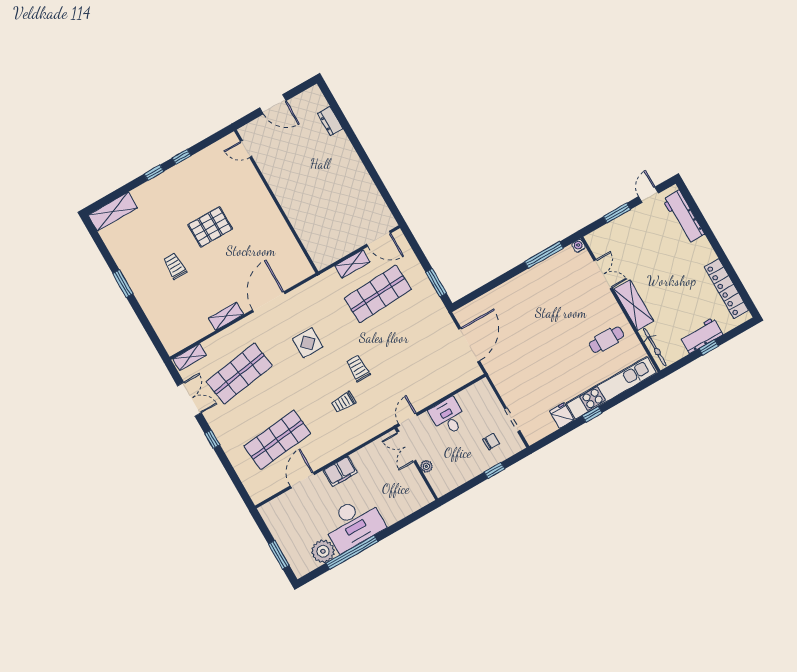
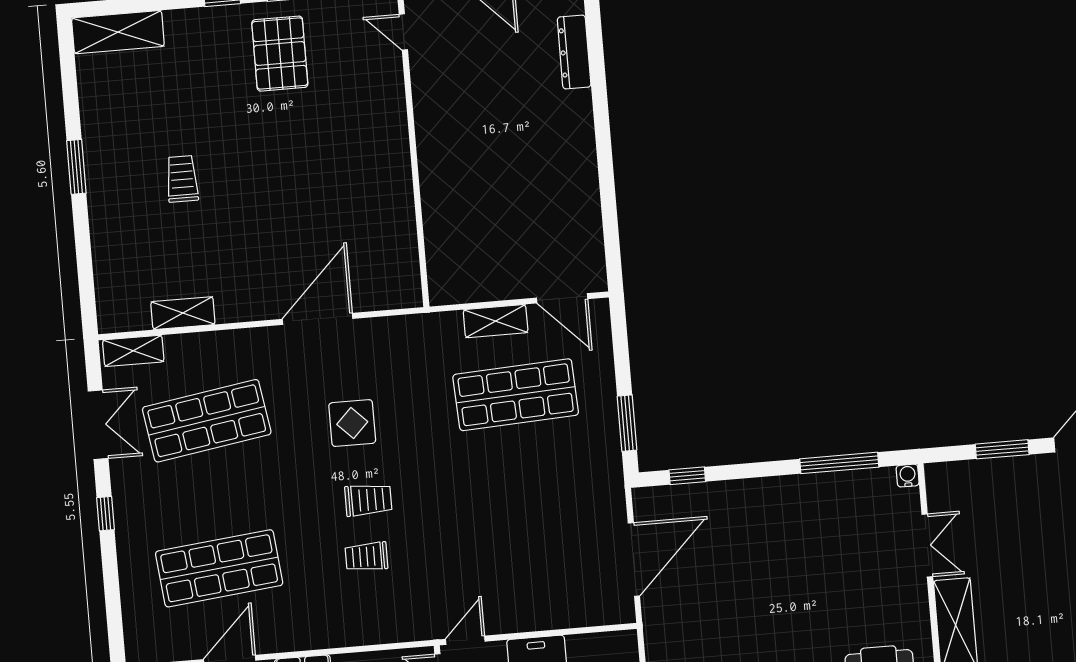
dresser: (330, 121) -> (574, 52), width x1.44
pallet: (210, 227) -> (280, 54), moved, turned 90
window: (476, 294) -> (687, 476), added
shelving: (226, 316) -> (183, 313), moved
trolley: (358, 368) -> (368, 500), moved, turned 90

